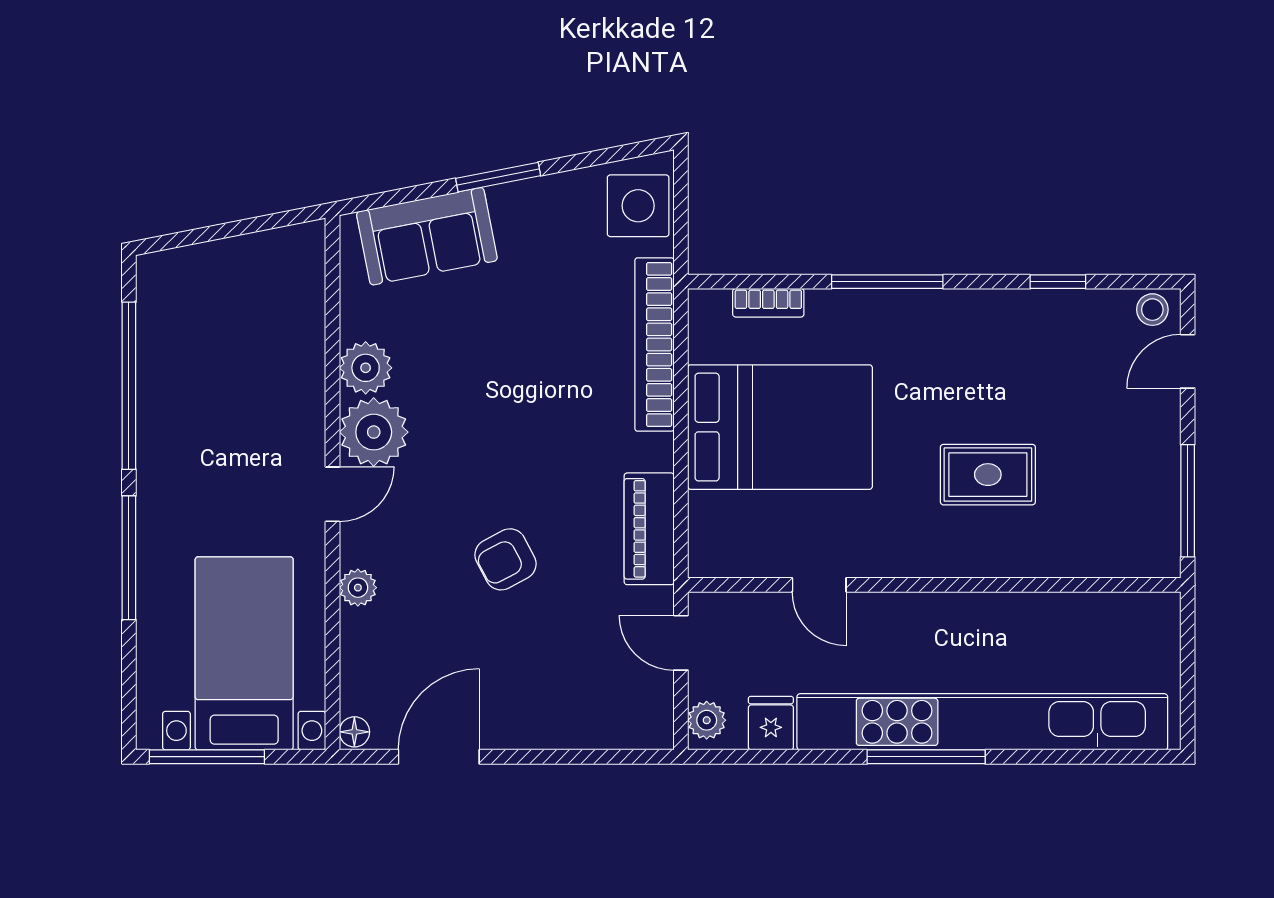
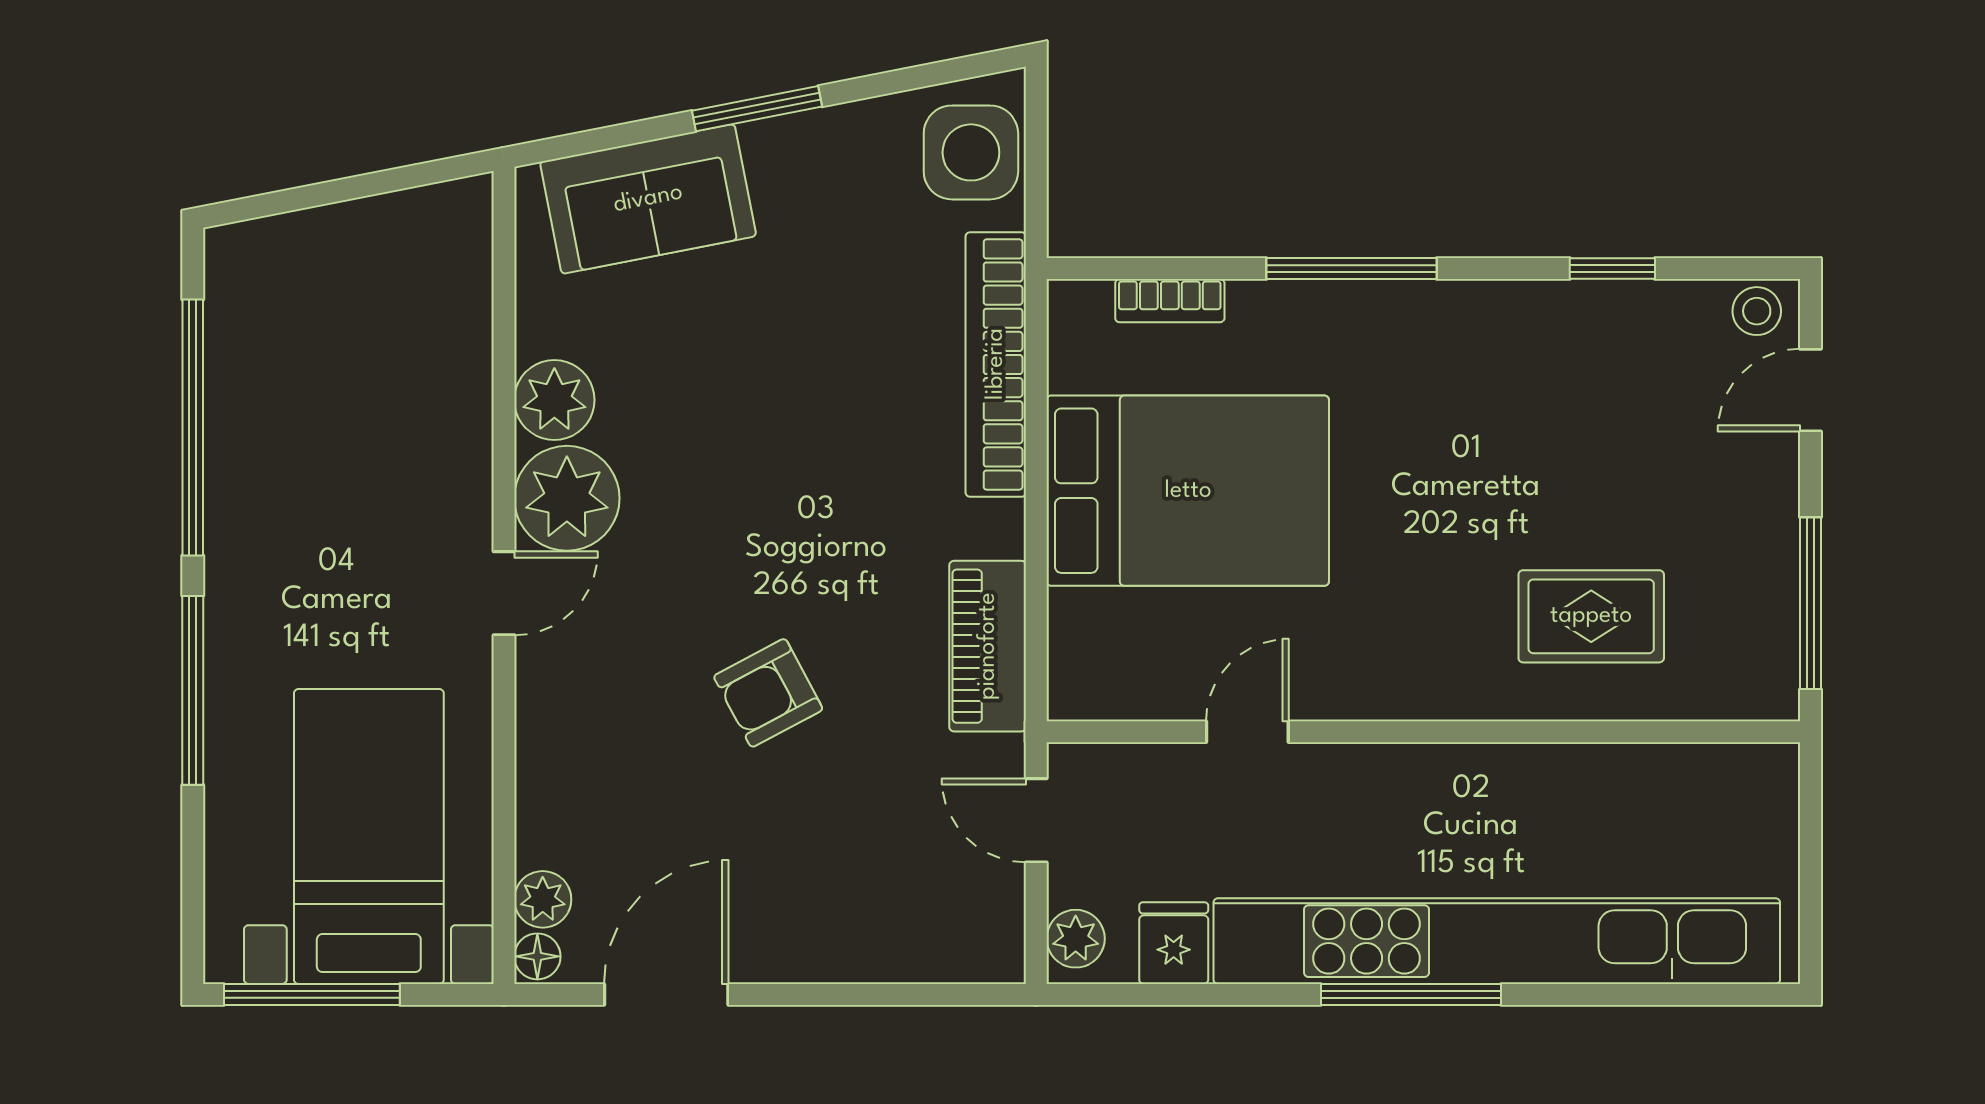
rug: (988, 475) -> (1591, 616), moved
door: (819, 585) -> (1247, 732), swing flipped
plant: (358, 588) -> (543, 899), moved

